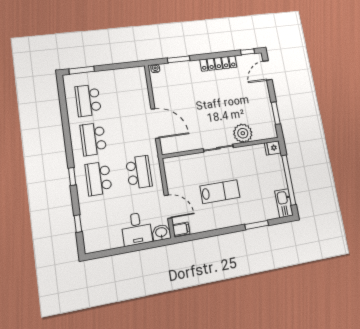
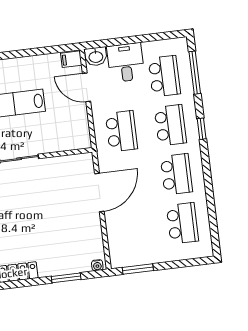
window: (82, 70) -> (138, 269), moved
door: (155, 123) -> (99, 192), swing flipped
school desk: (139, 172) -> (121, 131), turned 180
school desk: (104, 219) -> (164, 76), added
window: (78, 224) -> (195, 73), width x2.17

